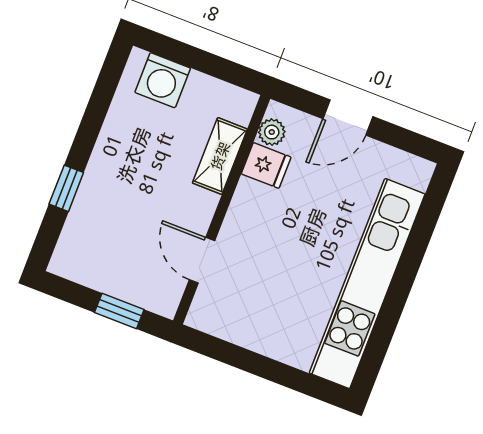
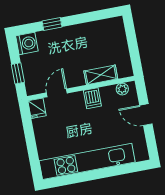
washing machine: (163, 80) -> (27, 43), moved, turned 180
fridge: (266, 165) -> (37, 108), moved
dishwasher: (254, 199) -> (92, 98), added

